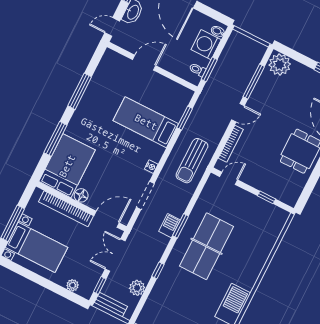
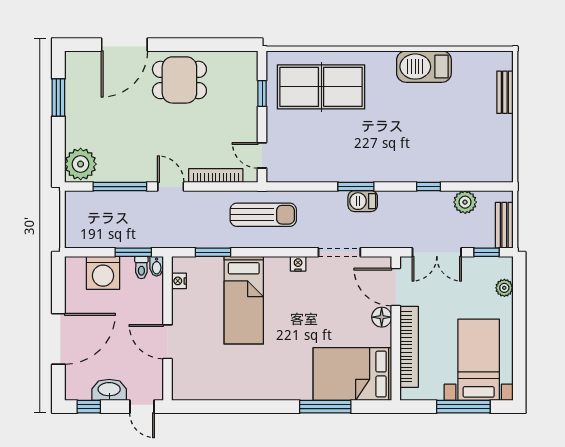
bidet: (218, 31) -> (157, 266), moved
nightstand: (178, 89) -> (179, 281), added
window: (80, 91) -> (247, 407), removed
floor lamp: (81, 195) -> (382, 317), moved
table tennis table: (207, 246) -> (321, 87), moved

